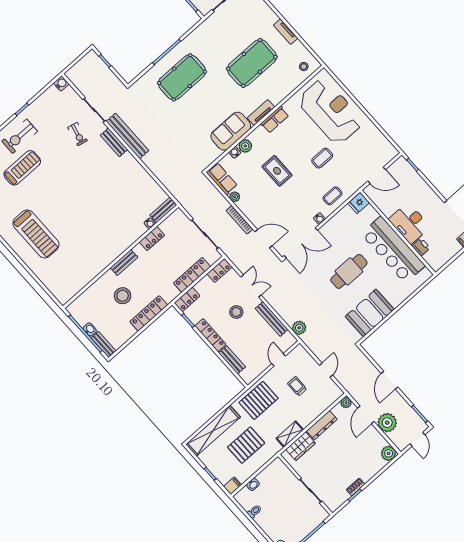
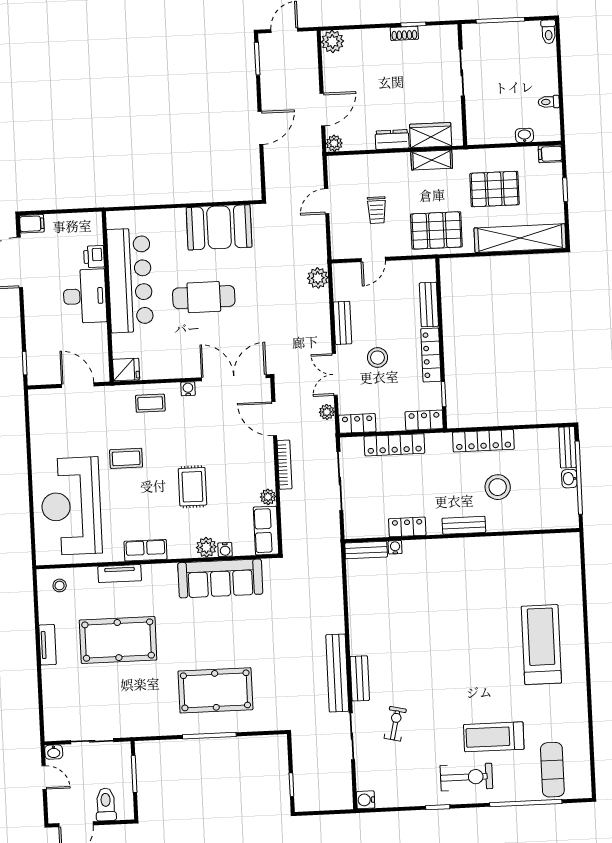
tv unit: (261, 113) -> (120, 574), moved
sofa: (231, 131) -> (220, 578), width x1.36
bench: (272, 319) -> (343, 323), width x0.73
plant: (387, 423) -> (327, 412), moved, width x0.53, depth x0.53
dresser: (322, 425) -> (392, 139), width x0.70

